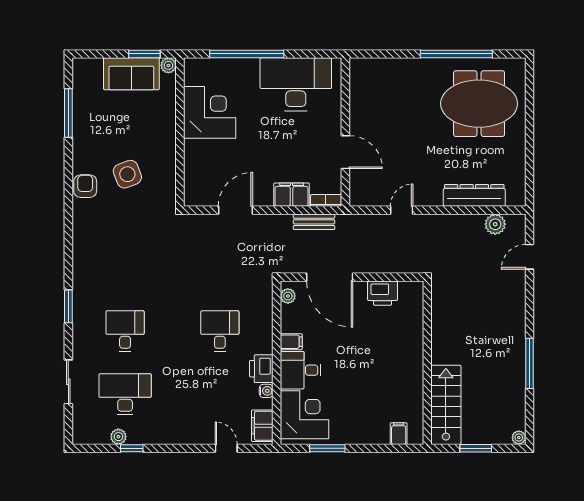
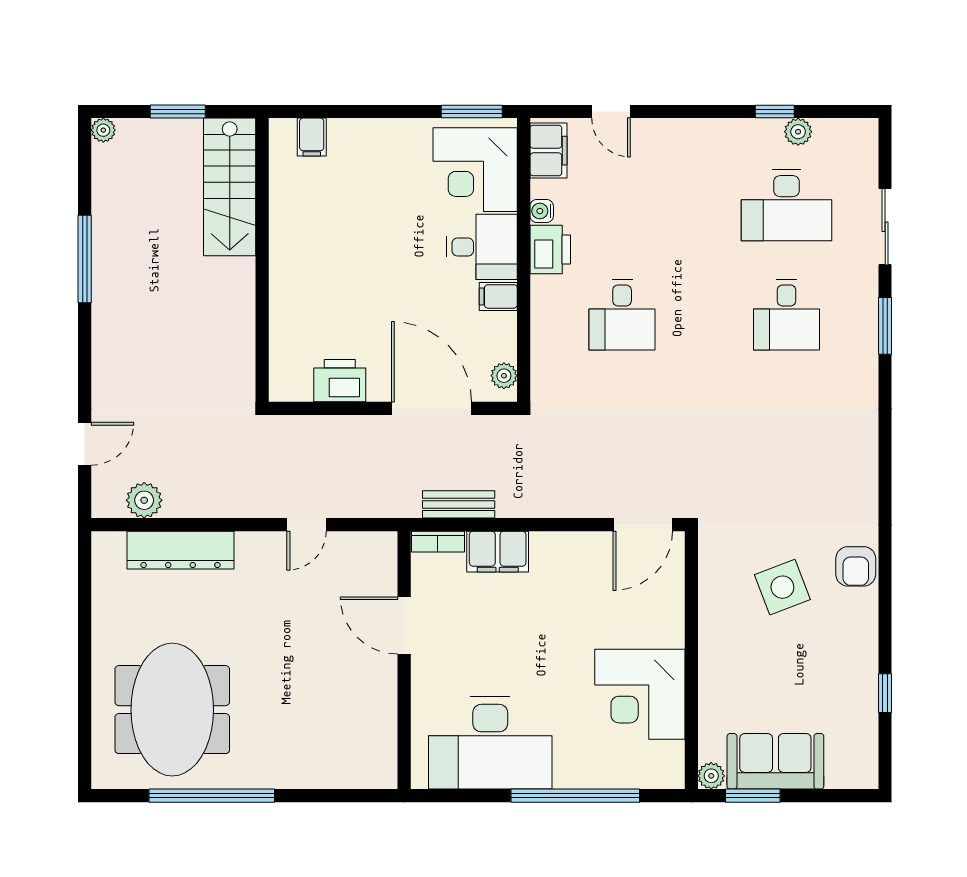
meeting table: (479, 104) -> (172, 710), turned 90
window: (68, 113) -> (885, 693), width x0.46
door: (235, 210) -> (643, 525), moved
window: (68, 306) -> (885, 326), moved
window: (327, 448) -> (472, 112), moved

